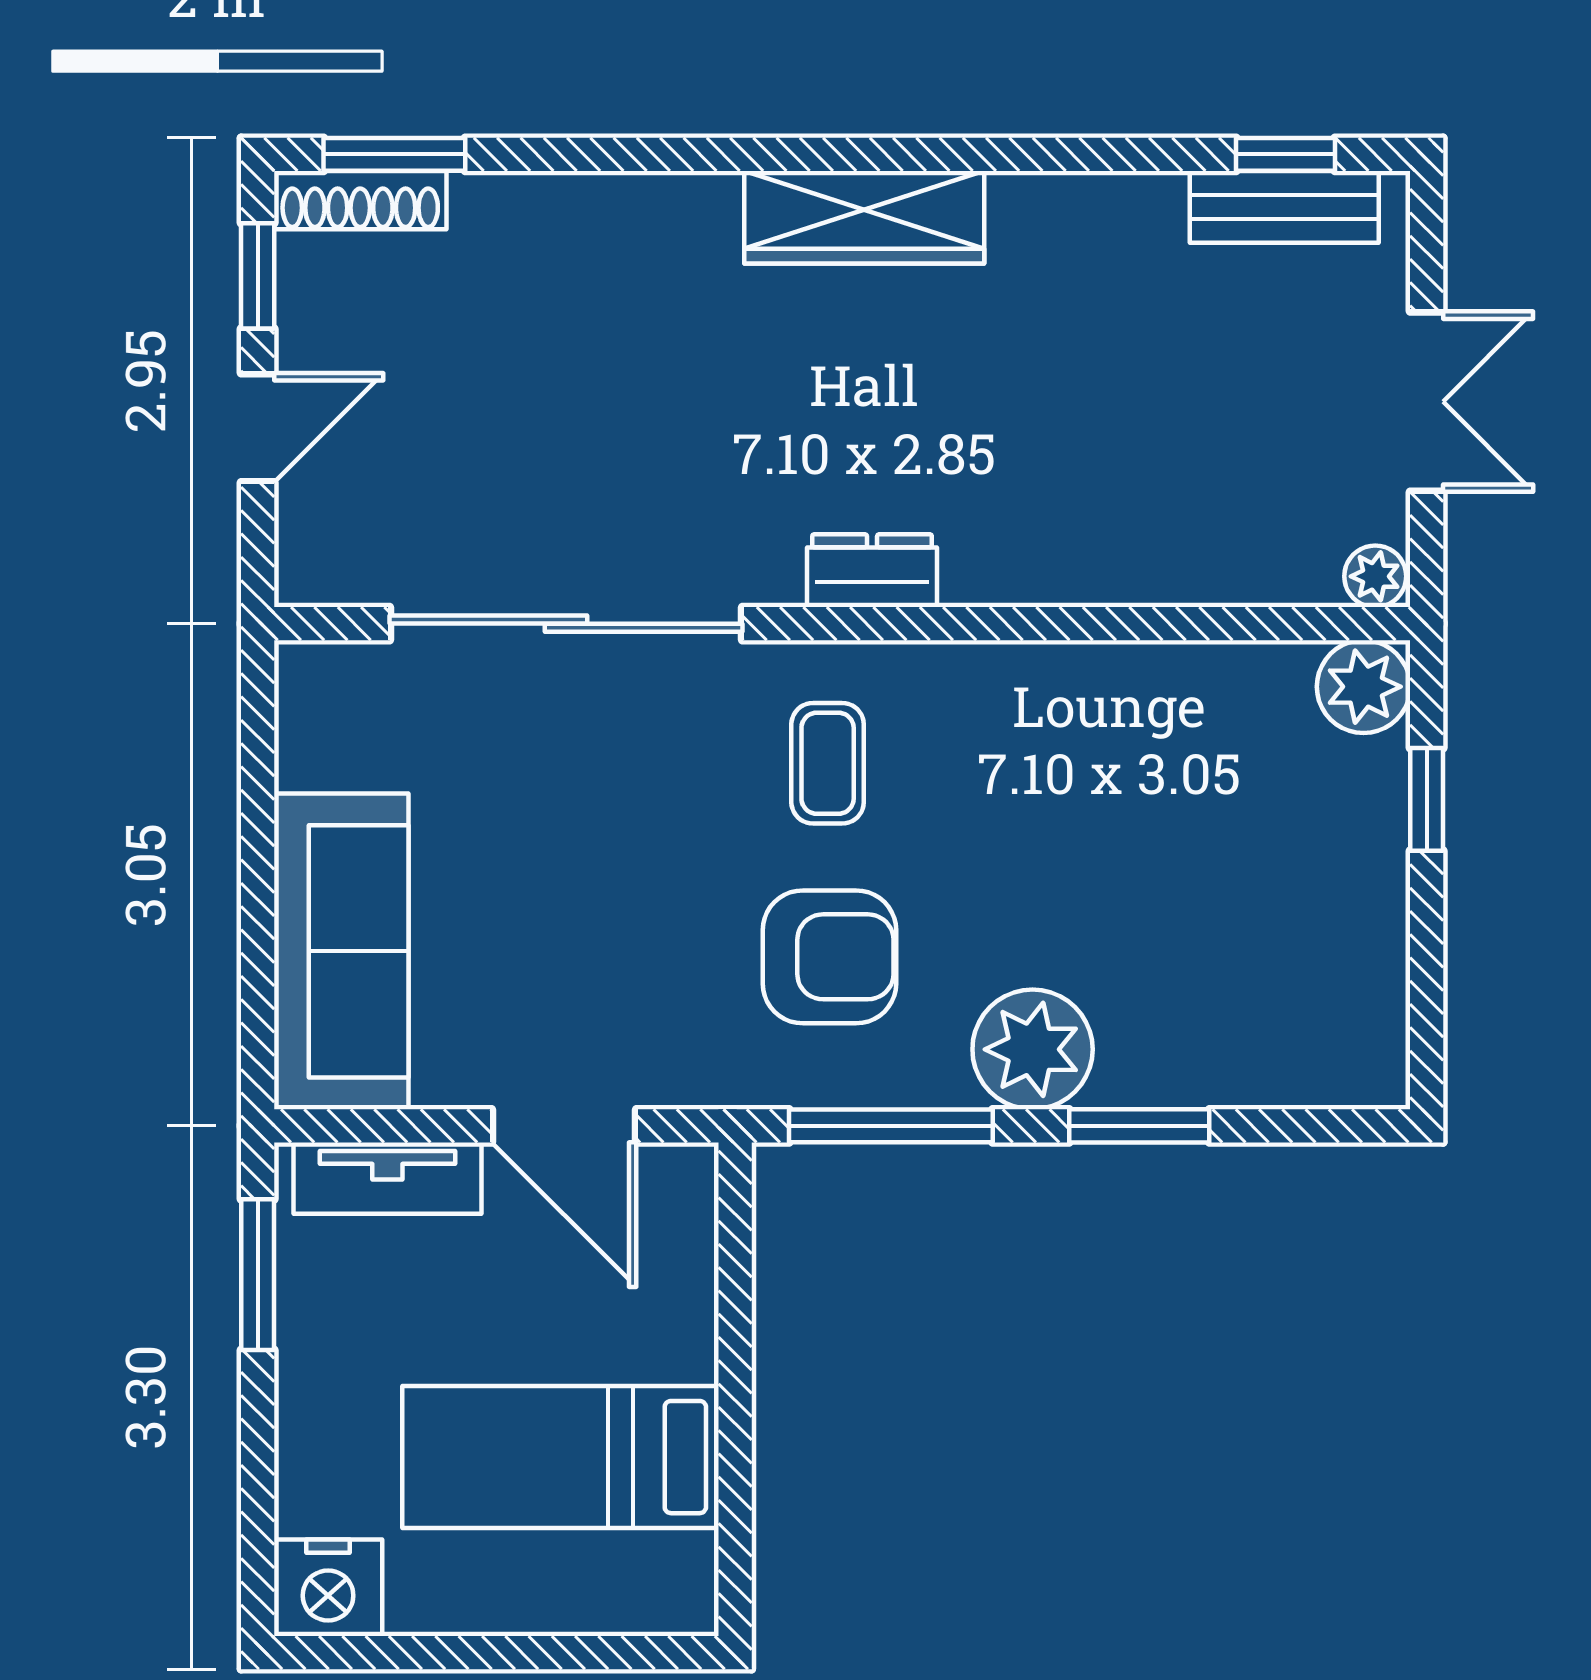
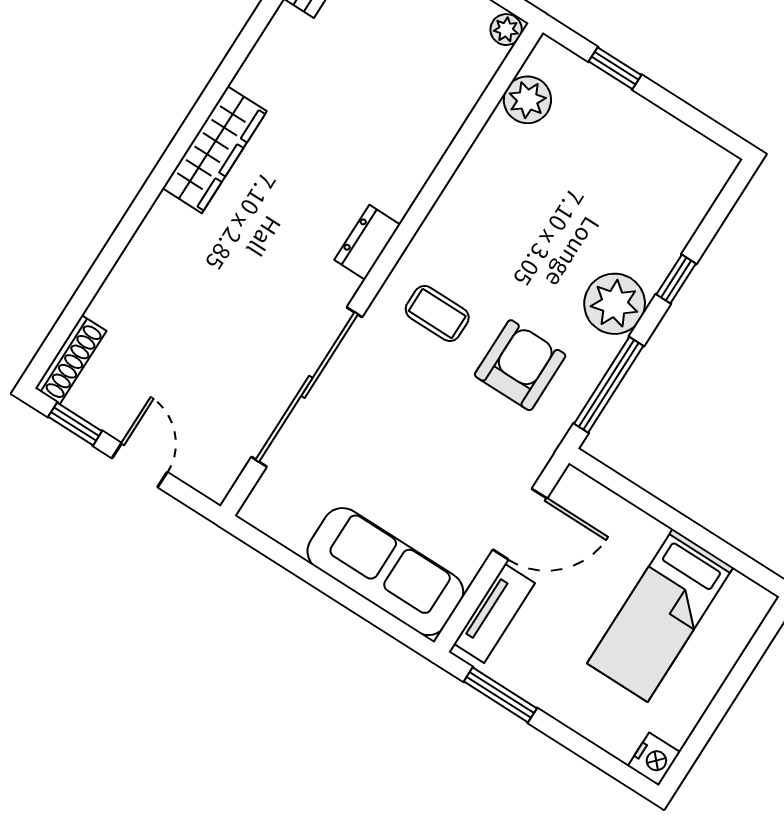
window: (394, 154) -> (60, 333), removed
plant: (1364, 687) -> (527, 100), moved
window: (1139, 1126) -> (676, 279), width x0.67
nightstand: (328, 1588) -> (654, 759), width x0.74, depth x0.75

